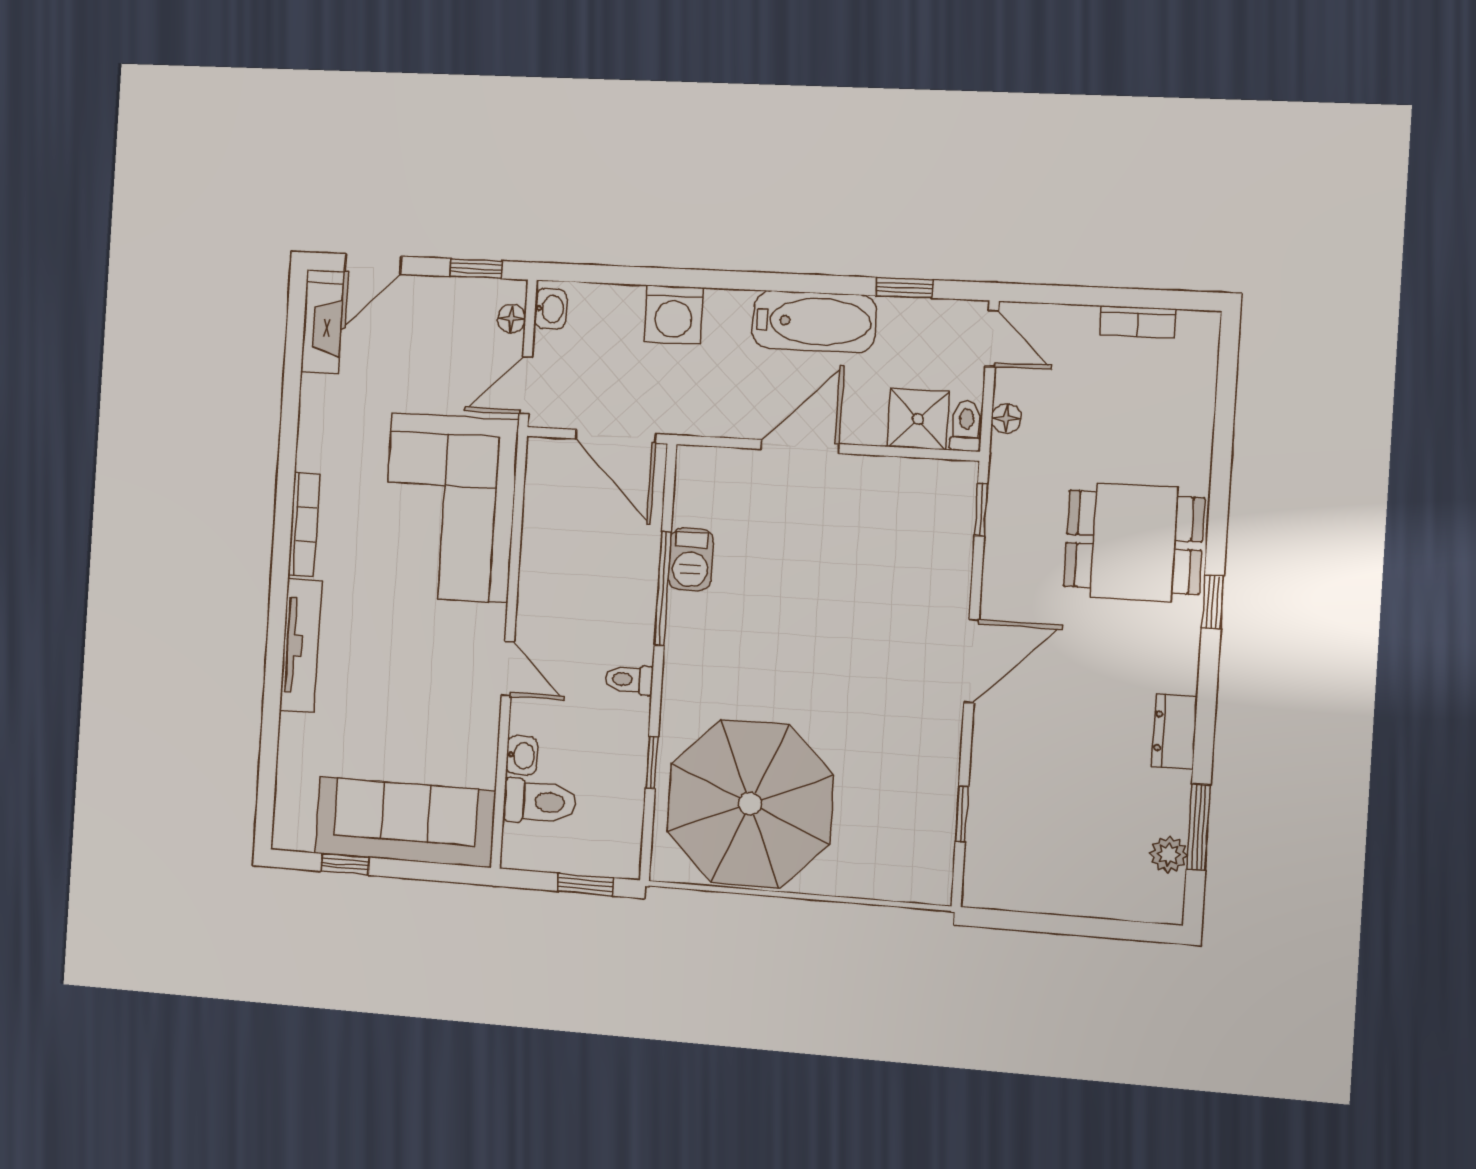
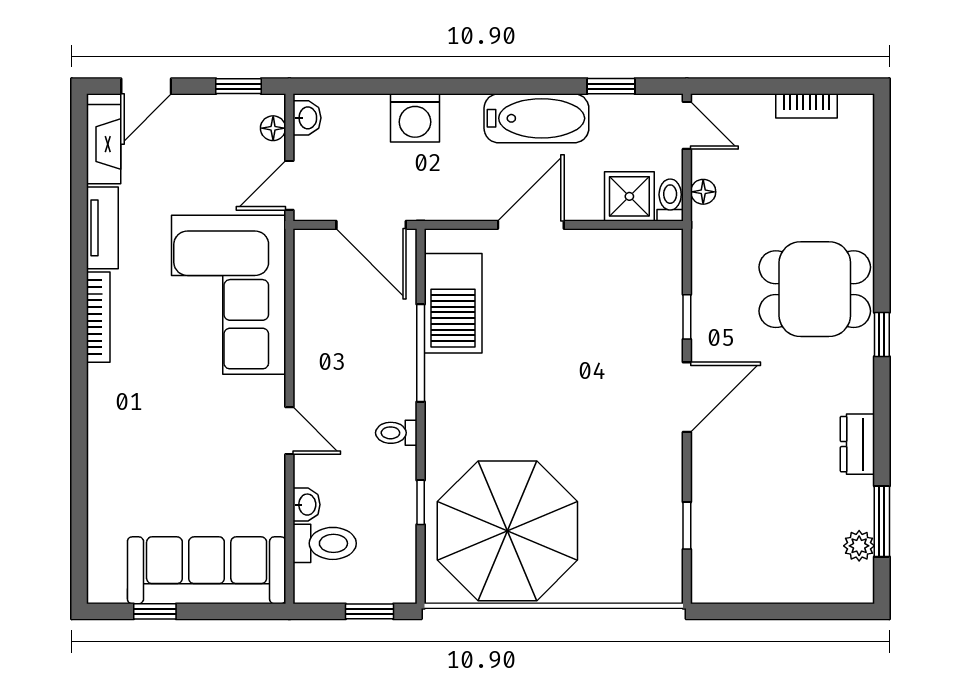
window: (981, 509) -> (687, 317), moved
barbecue: (691, 559) -> (453, 303), width x1.88, depth x1.53
tv unit: (301, 645) -> (102, 228), moved, width x0.71

